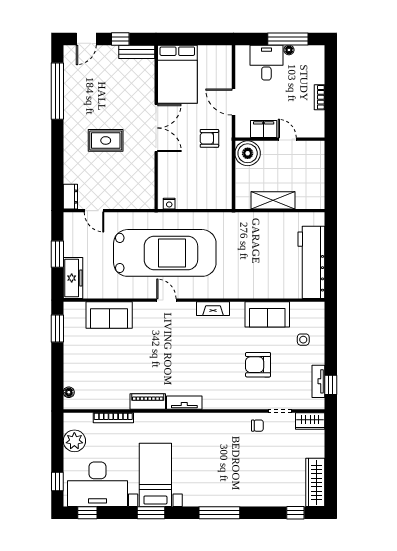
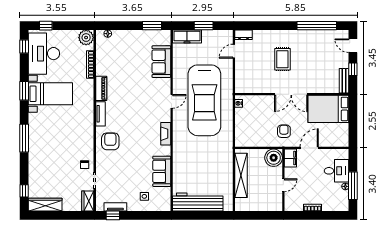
filing cabinet: (264, 129) -> (290, 158), moved
shelving: (273, 200) -> (241, 175), width x1.47
armchair: (258, 365) -> (110, 141), moved
plant: (74, 441) -> (86, 38), moved

